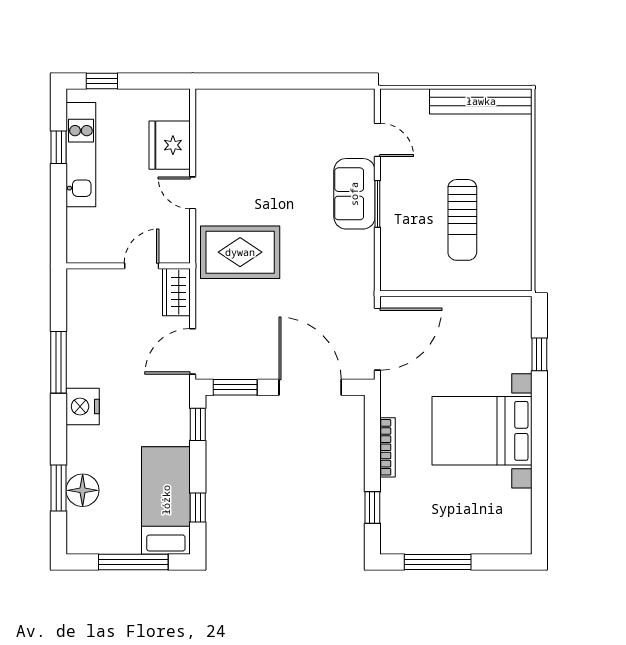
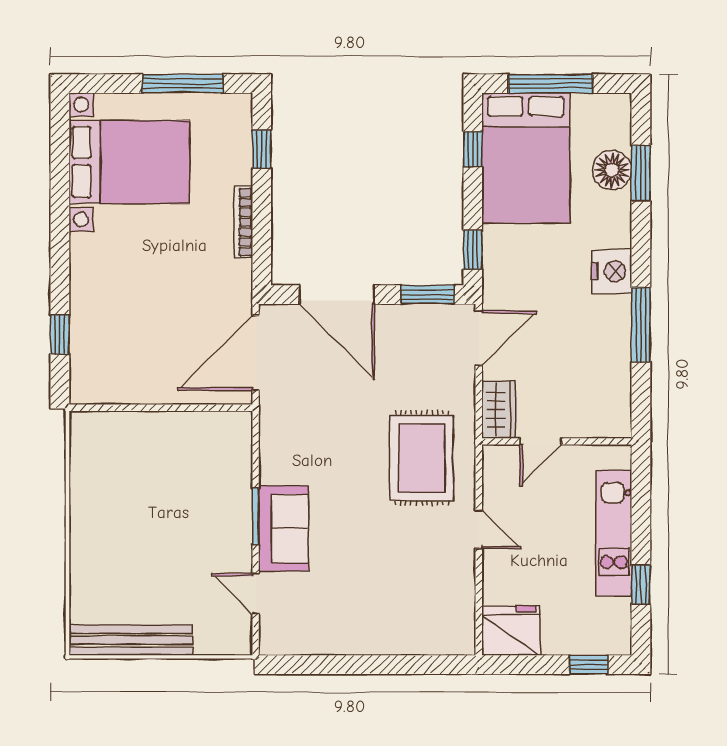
fridge: (170, 145) -> (511, 631), moved, turned -90
kitchen unit: (81, 155) -> (614, 533), moved
sun lounger: (462, 220) -> (153, 497), removed
rug: (240, 252) -> (422, 458), turned 90
bed with nightstands: (482, 431) -> (129, 162), moved
bed: (166, 500) -> (526, 158), width x1.50

